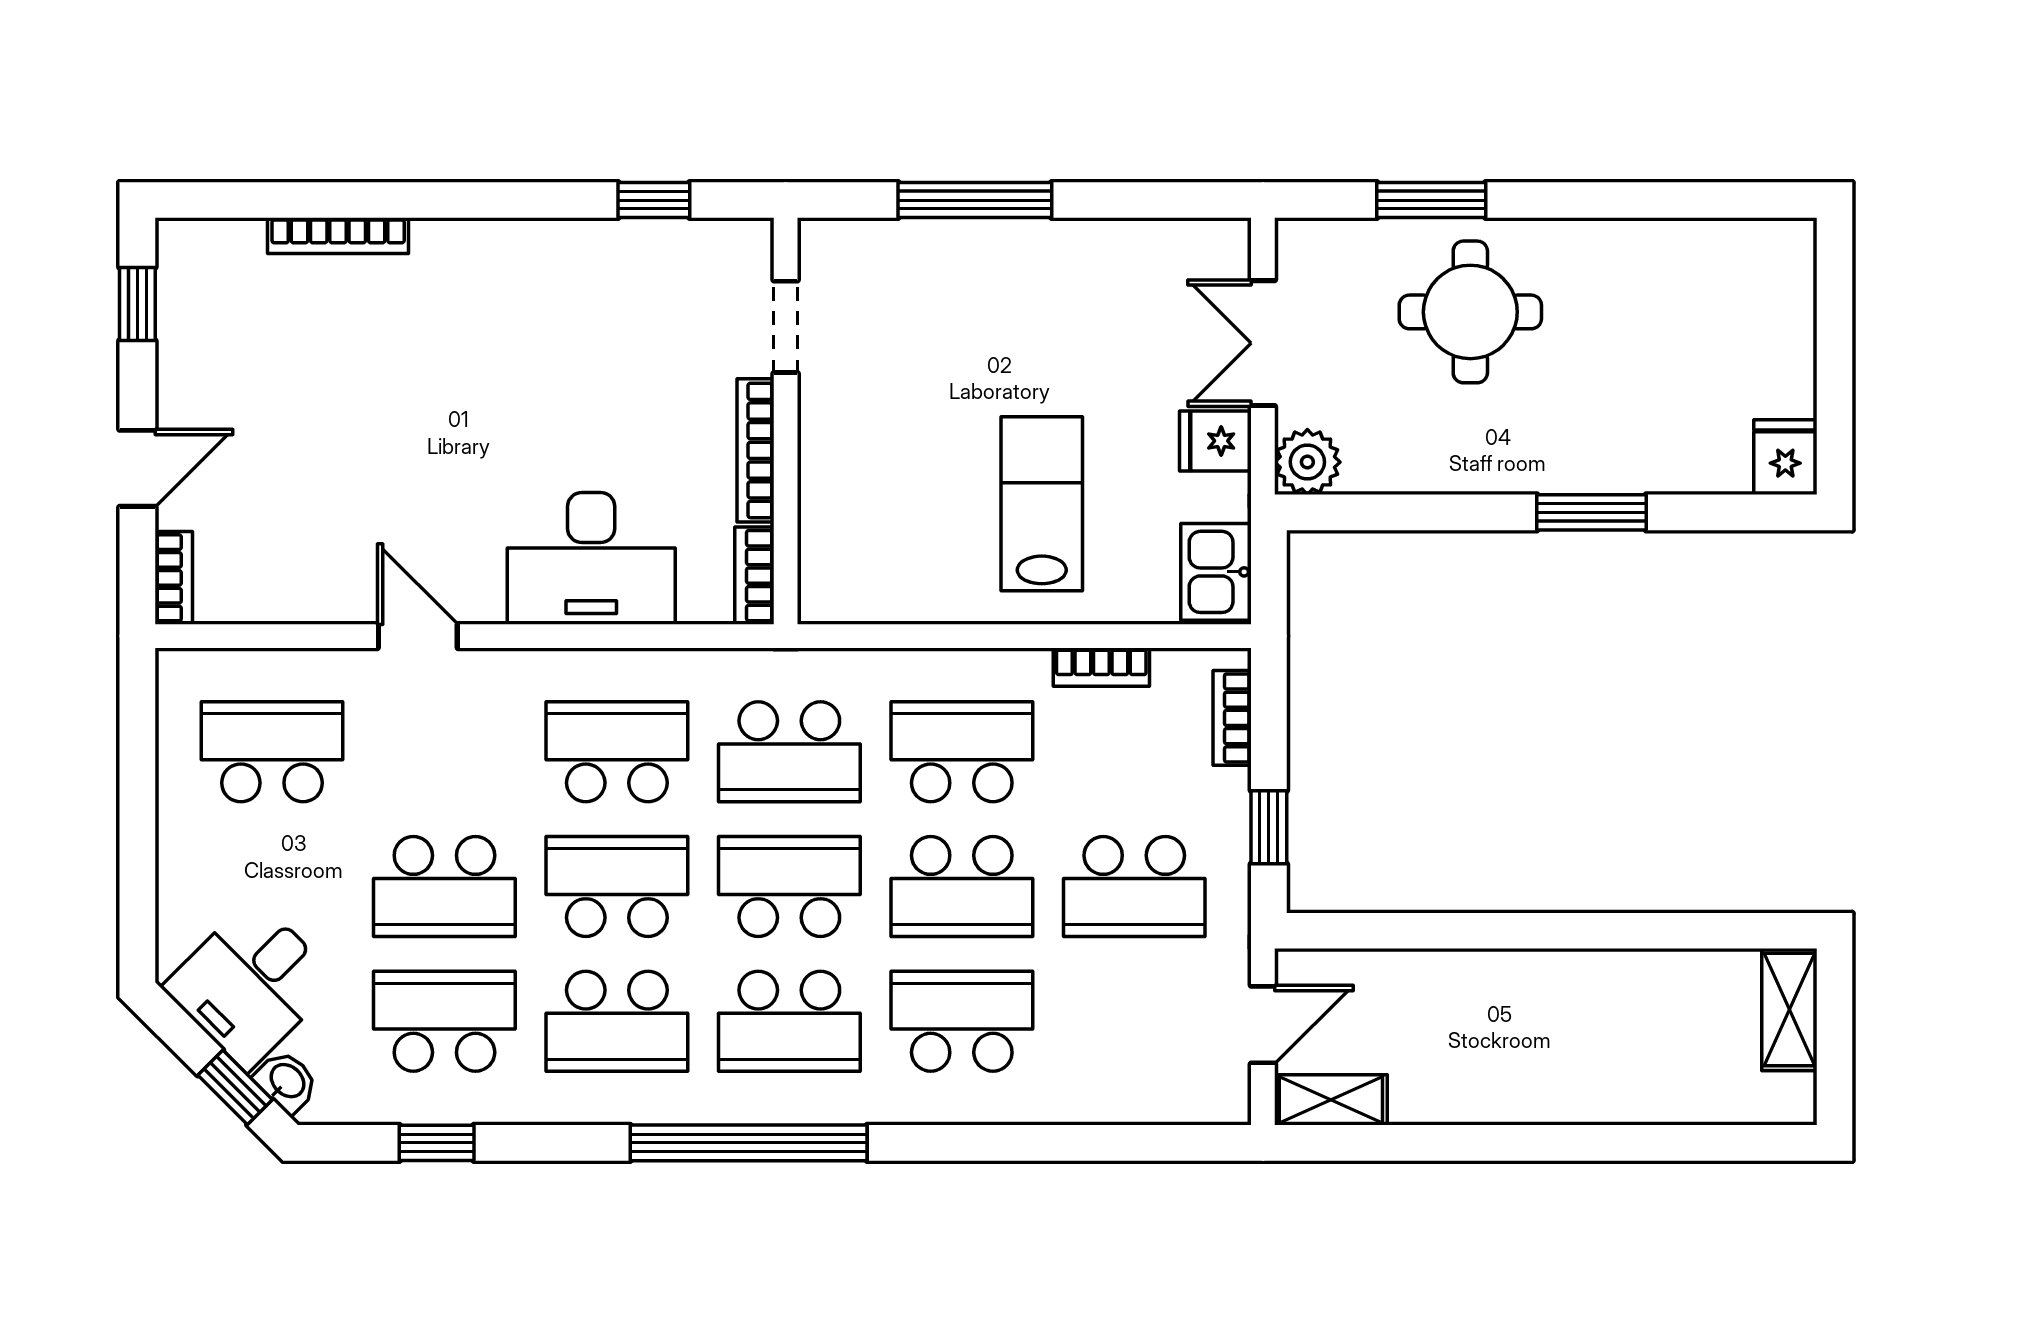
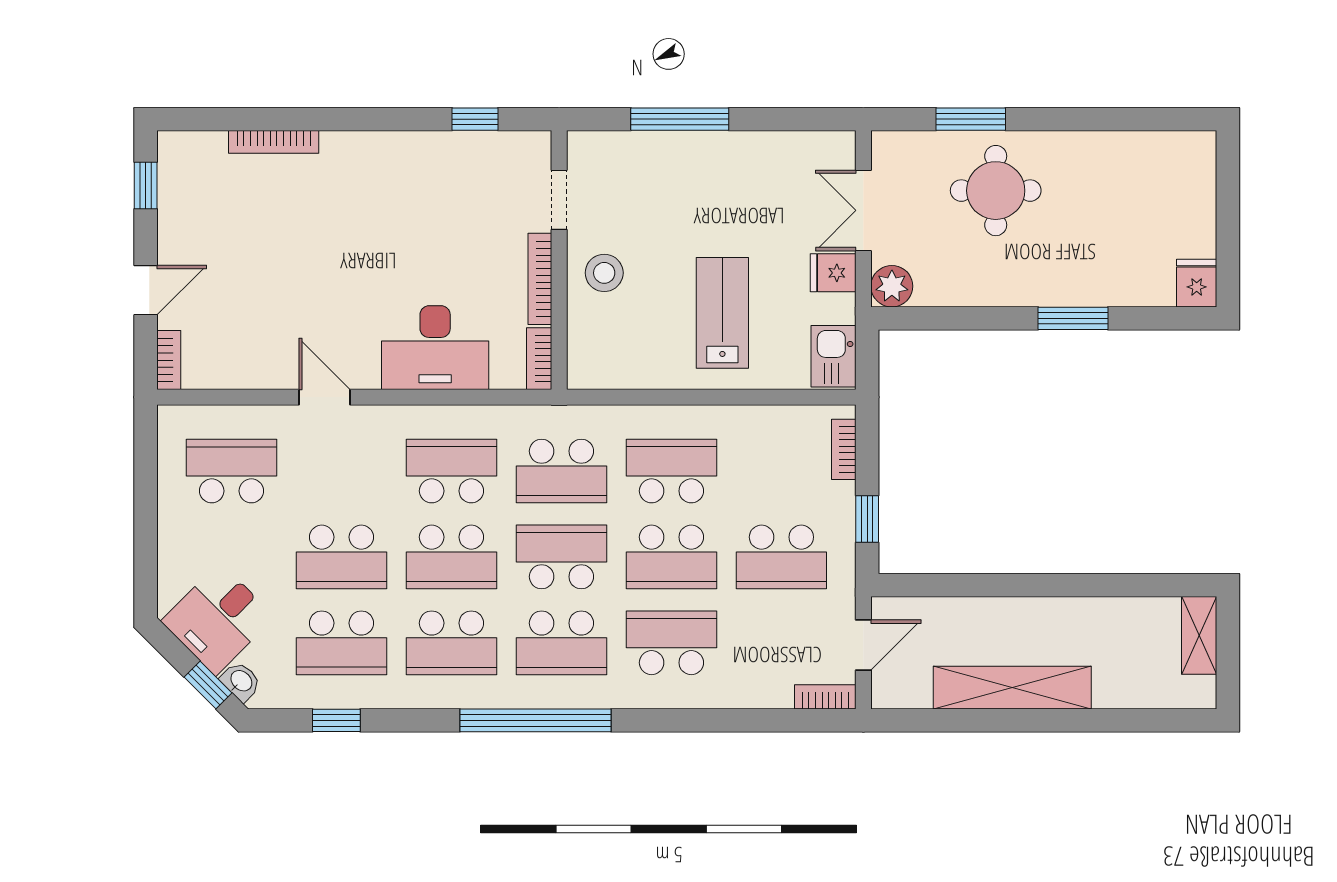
stool: (856, 441) -> (604, 273), added
bookcase: (1101, 667) -> (825, 697), moved, turned 180
school desk: (617, 887) -> (451, 557), turned 180
school desk: (444, 1021) -> (341, 643), turned 180
shelving: (1331, 1100) -> (1012, 688), moved, width x2.20, depth x1.33

